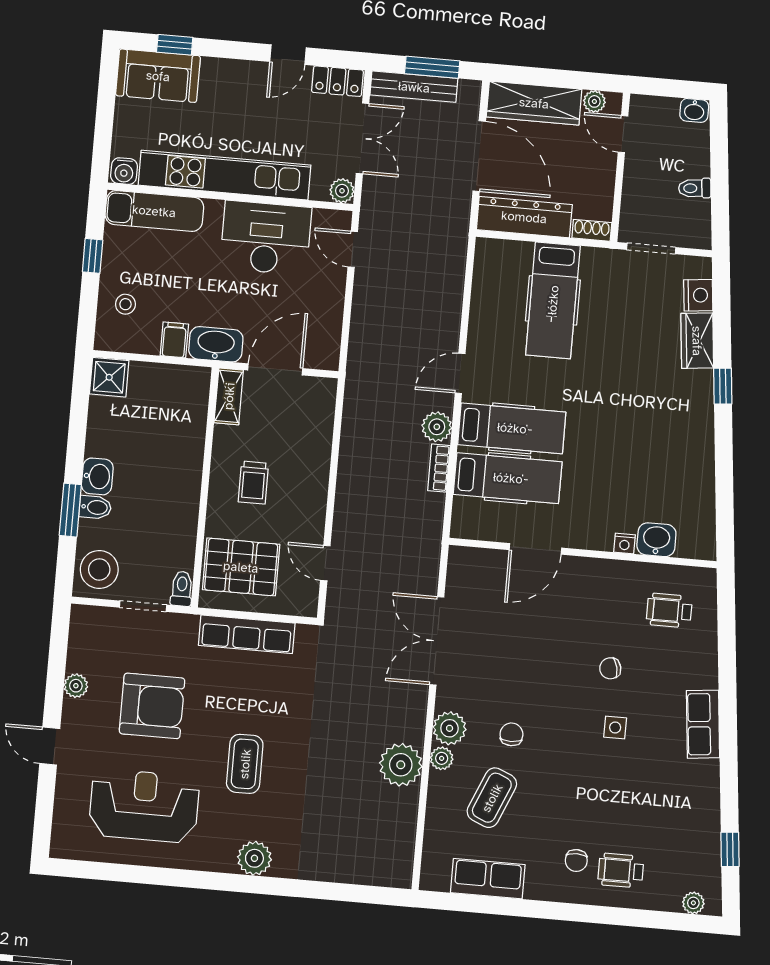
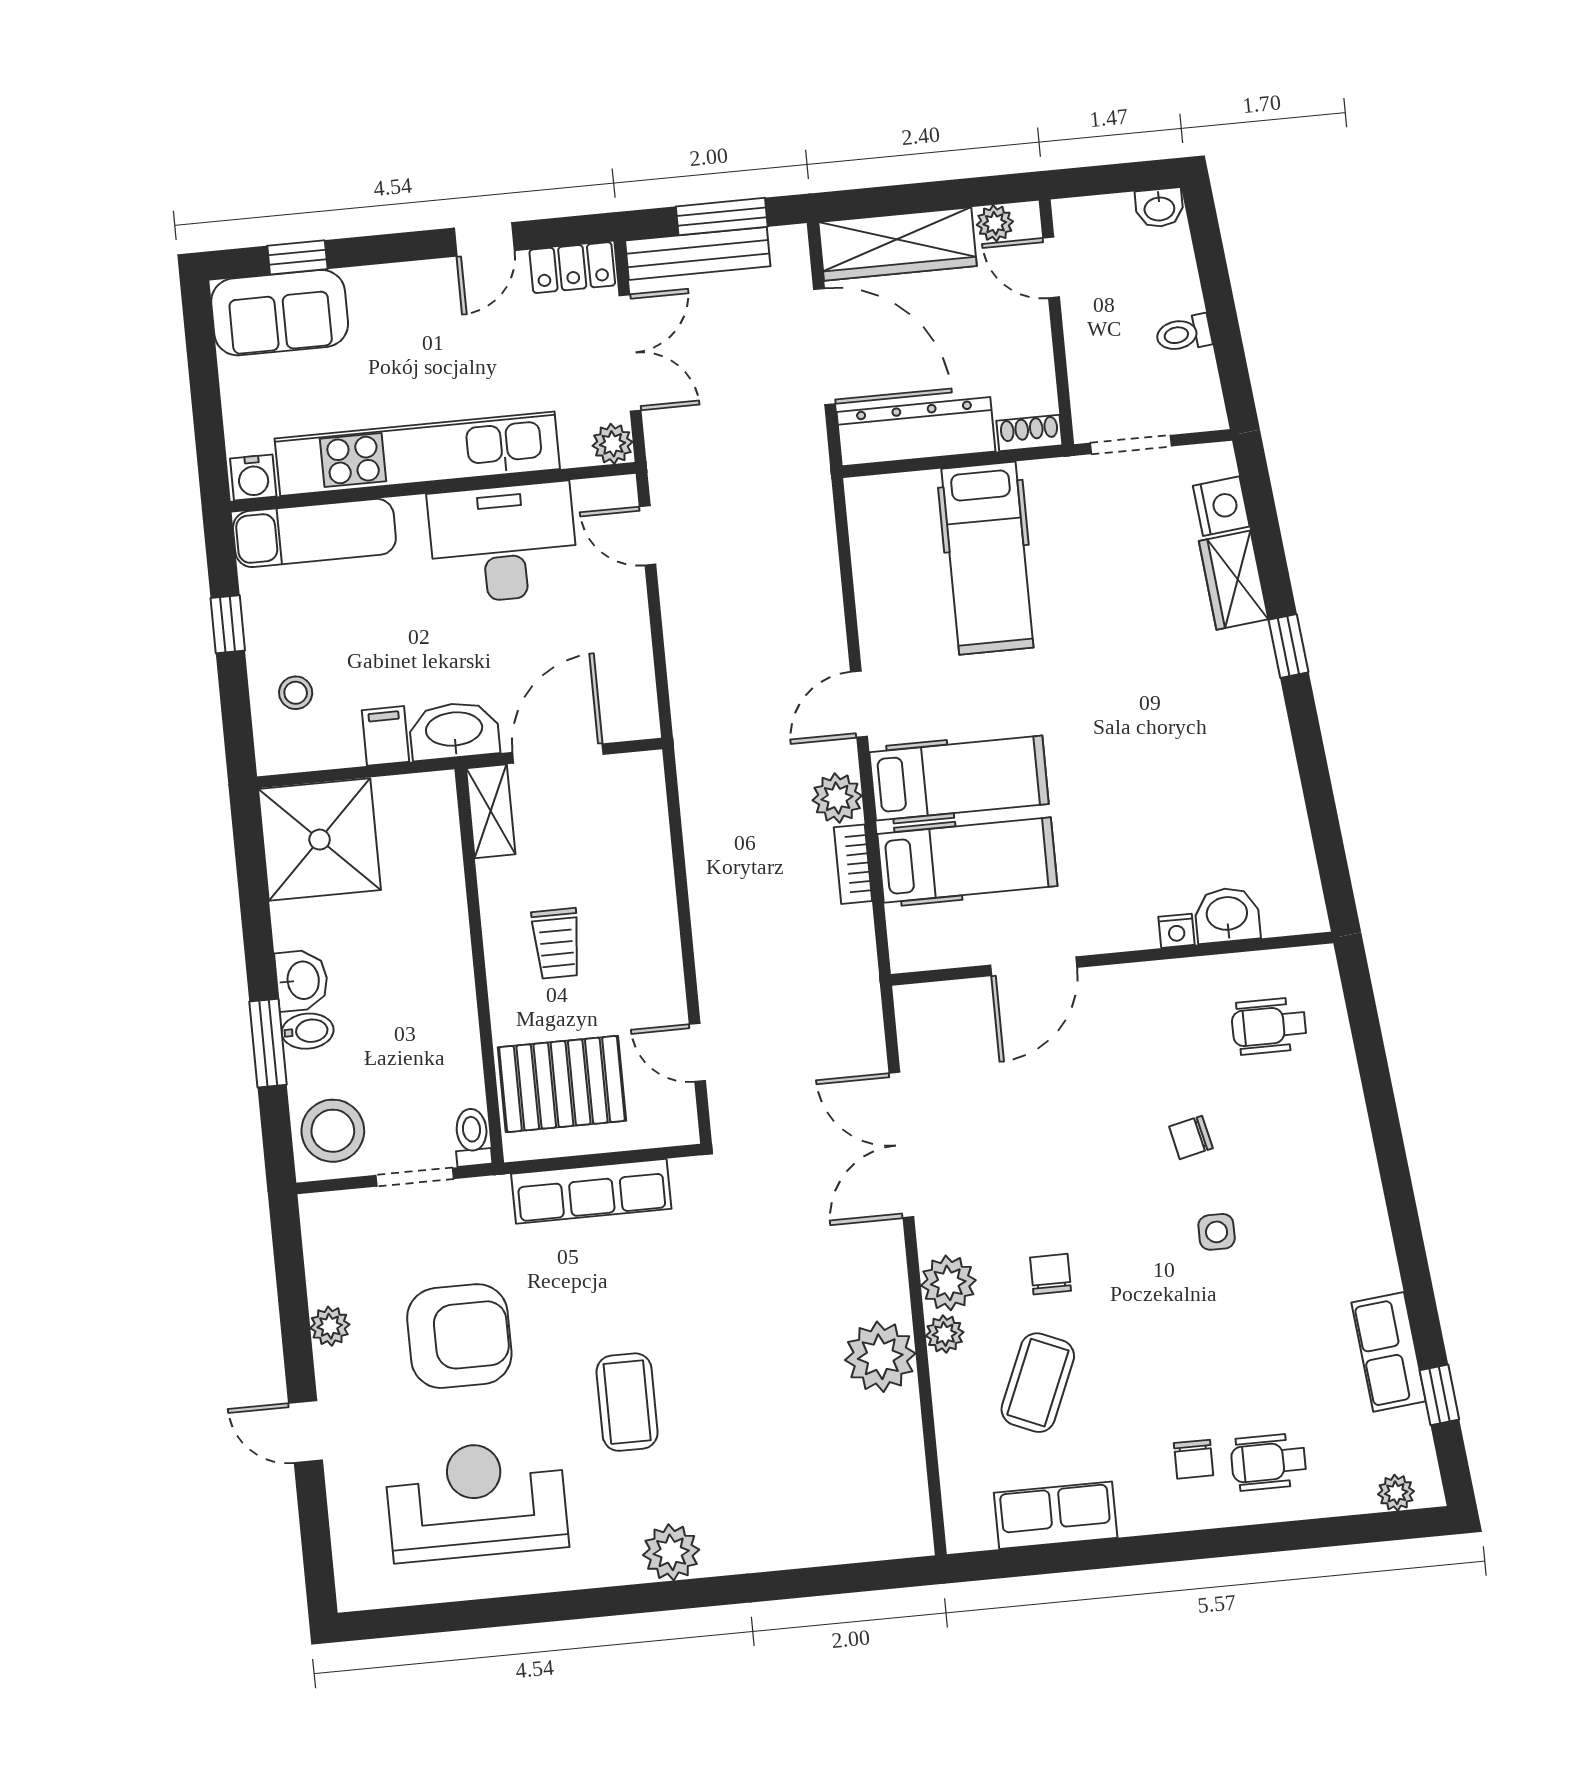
shower: (109, 377) -> (320, 840), width x1.86, depth x1.86
row of seats: (703, 724) -> (1389, 1352), moved

